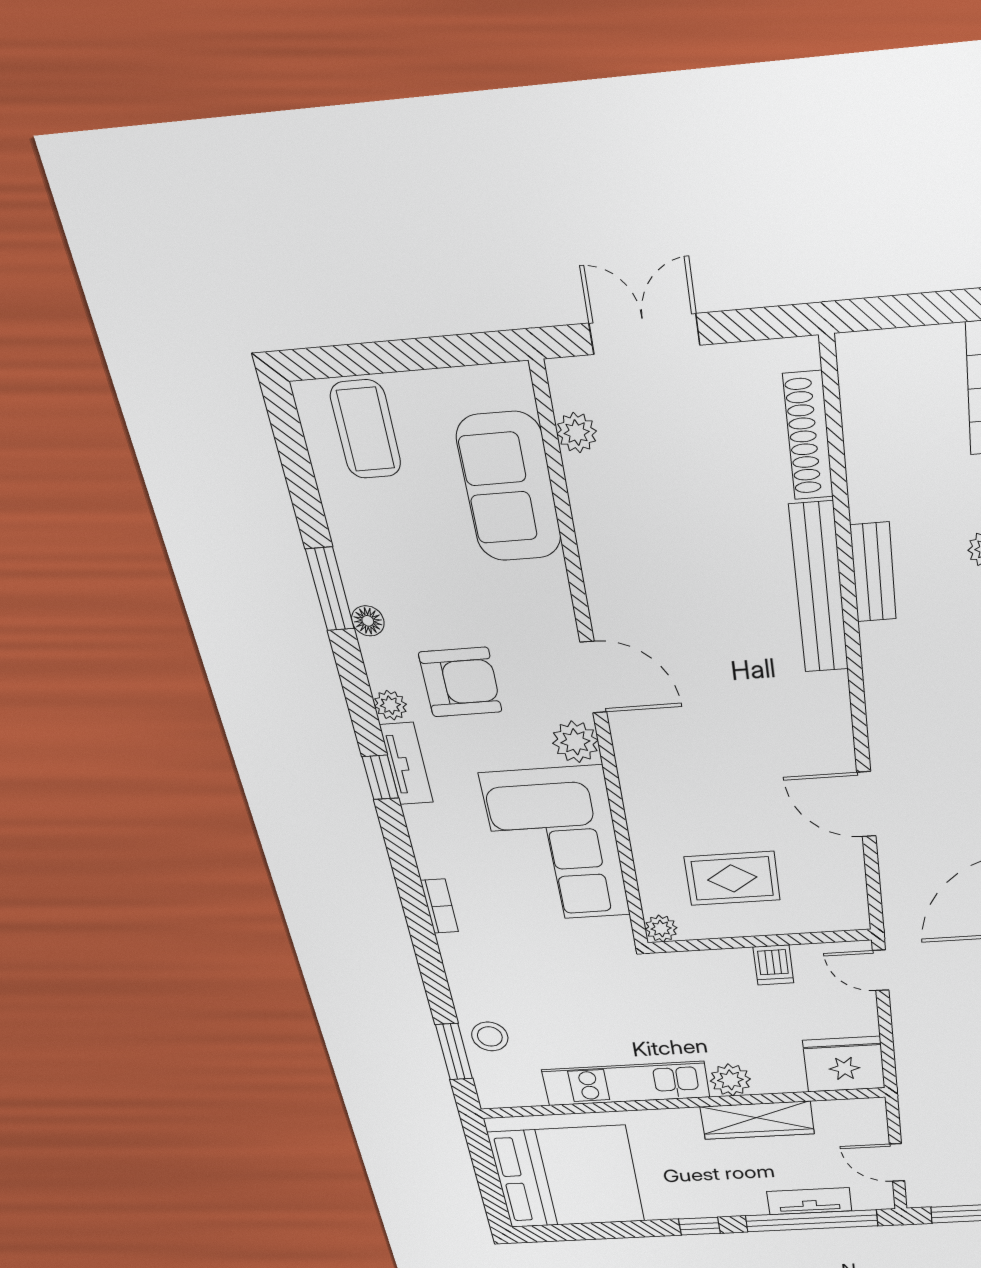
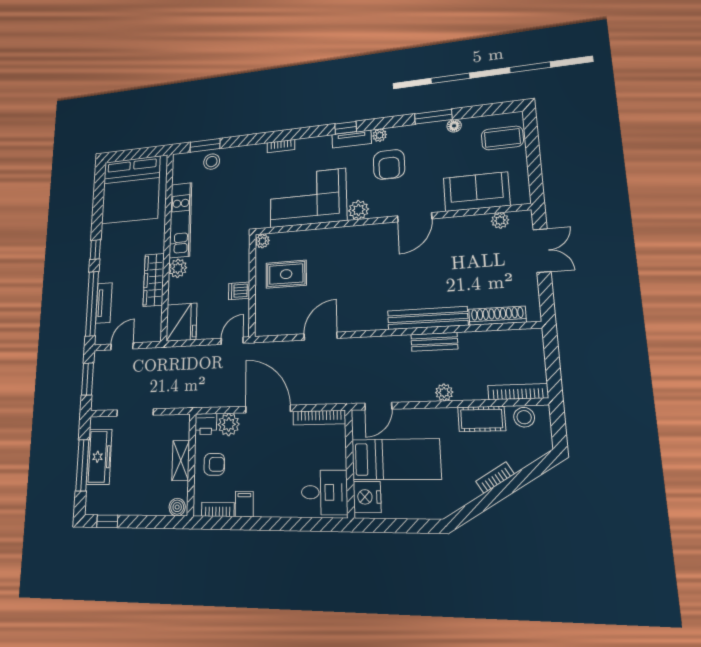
floor lamp: (368, 621) -> (454, 126), moved
door: (593, 677) -> (415, 217), moved
rug: (732, 878) -> (286, 274), turned 90

